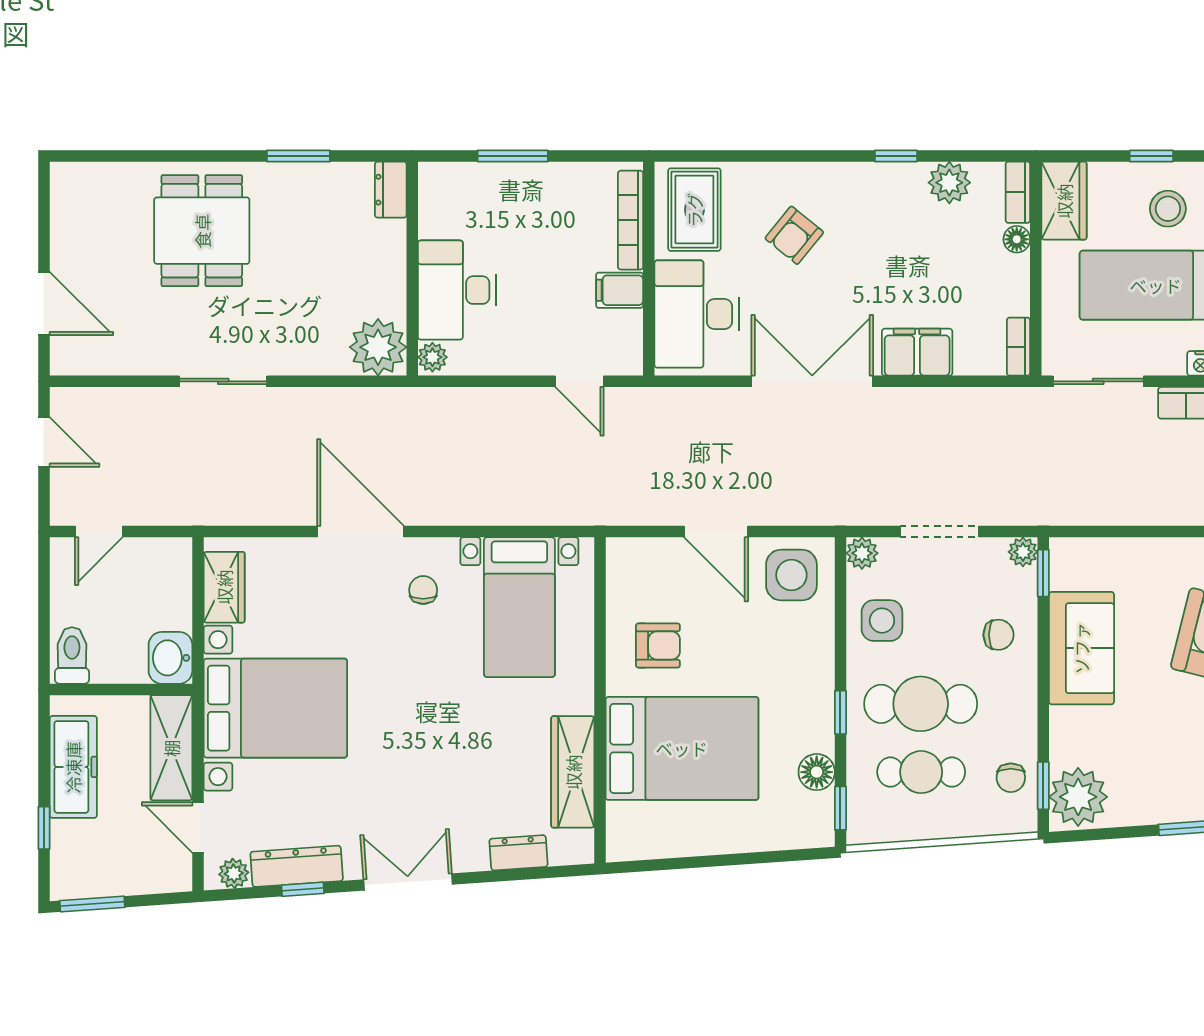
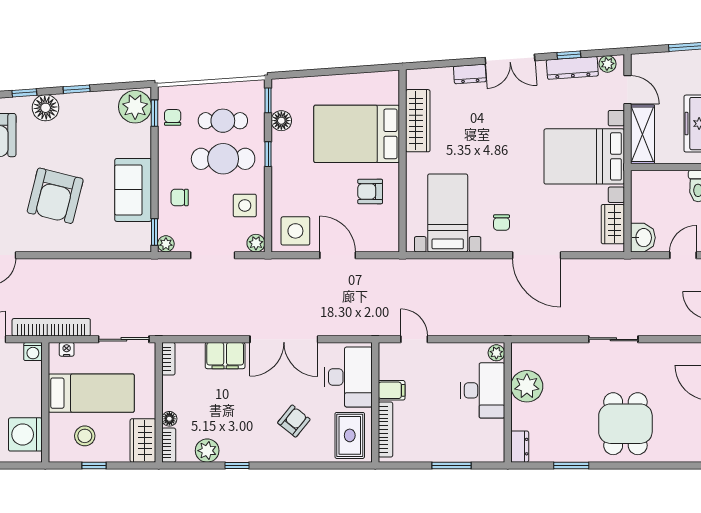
plant: (378, 347) -> (527, 386), moved
washbasin: (170, 658) -> (643, 238), moved
dresser: (519, 853) -> (470, 74), moved

